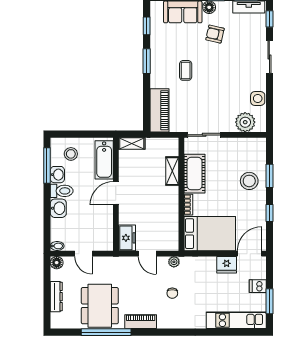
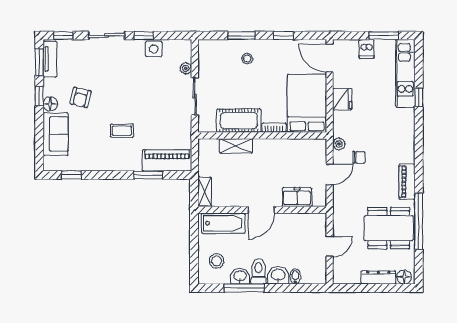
window: (147, 61) -> (148, 175), moved
window: (269, 90) -> (144, 36), added
plant: (245, 122) -> (186, 68), width x0.53, depth x0.53
sliding door: (204, 135) -> (195, 96), moved
window: (47, 165) -> (244, 288), moved
stool: (249, 181) -> (247, 59), width x0.53, depth x0.53
door: (116, 193) -> (261, 210), hinge flipped
freezer: (127, 238) -> (297, 197), moved
bidet: (57, 246) -> (295, 276), moved
floor lamp: (57, 263) -> (404, 277), moved
fridge: (227, 265) -> (342, 99), moved
chair: (172, 293) -> (359, 157), moved
window: (215, 332) -> (419, 97), added

